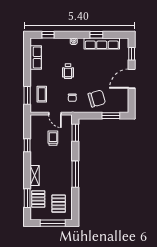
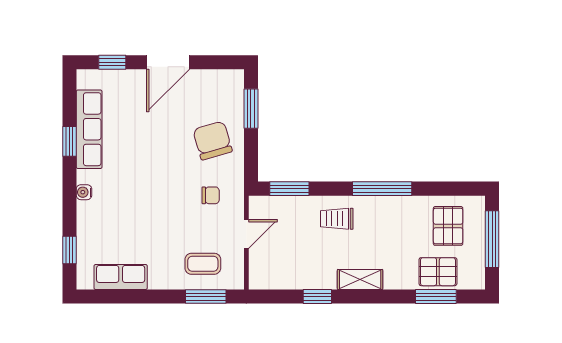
wheelchair: (68, 71) -> (151, 205), removed
door: (132, 79) -> (168, 62), hinge flipped
trolley: (53, 138) -> (337, 219), moved
shelving: (35, 175) -> (360, 280), moved
pallet: (59, 204) -> (448, 226), turned 90

